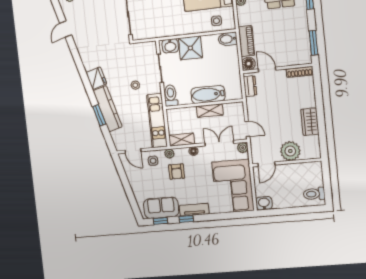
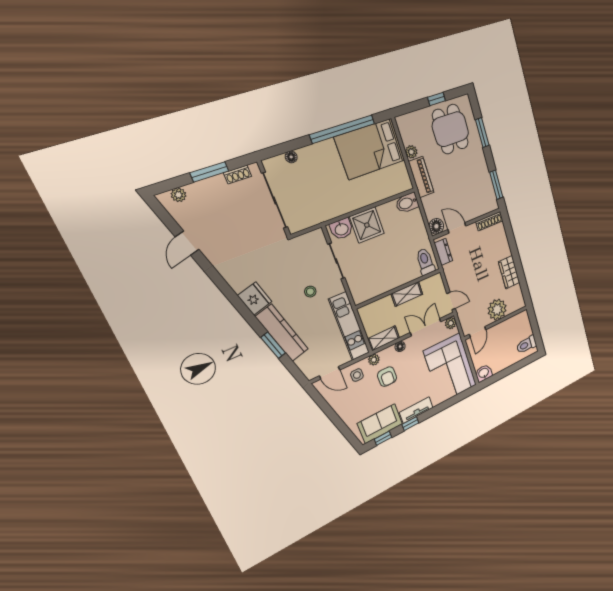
side table: (216, 21) -> (389, 183), removed
piano: (246, 41) -> (421, 177), moved
bathtub: (208, 94) -> (401, 276), removed
toilet: (171, 96) -> (425, 262), moved

